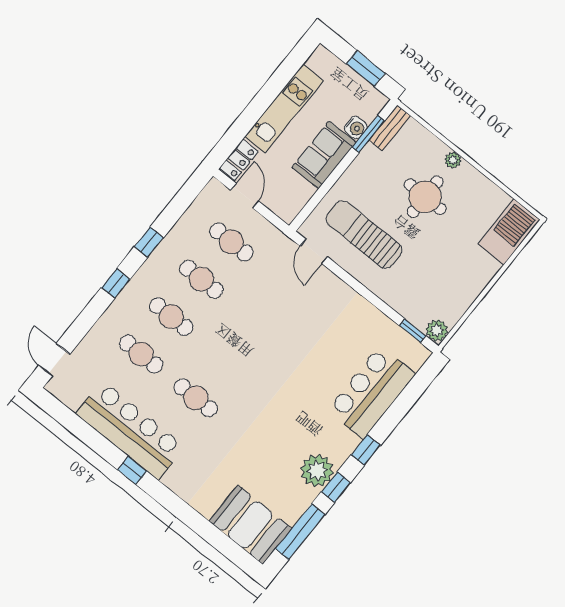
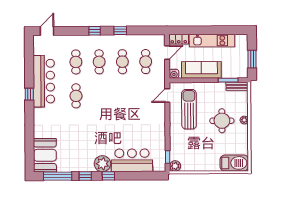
water cooler: (356, 127) -> (174, 74), moved
sofa: (324, 155) -> (201, 70), width x1.36
plant: (317, 471) -> (102, 164), moved

